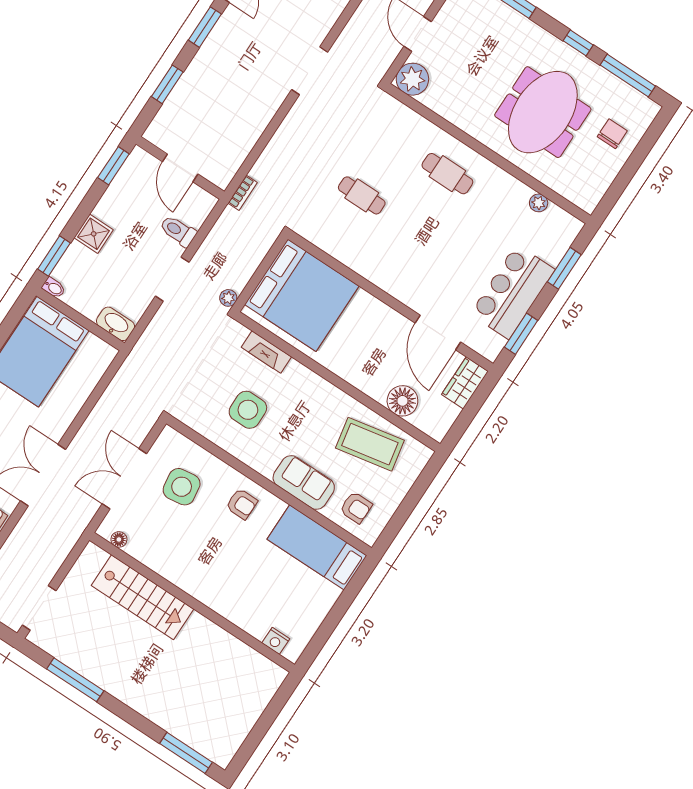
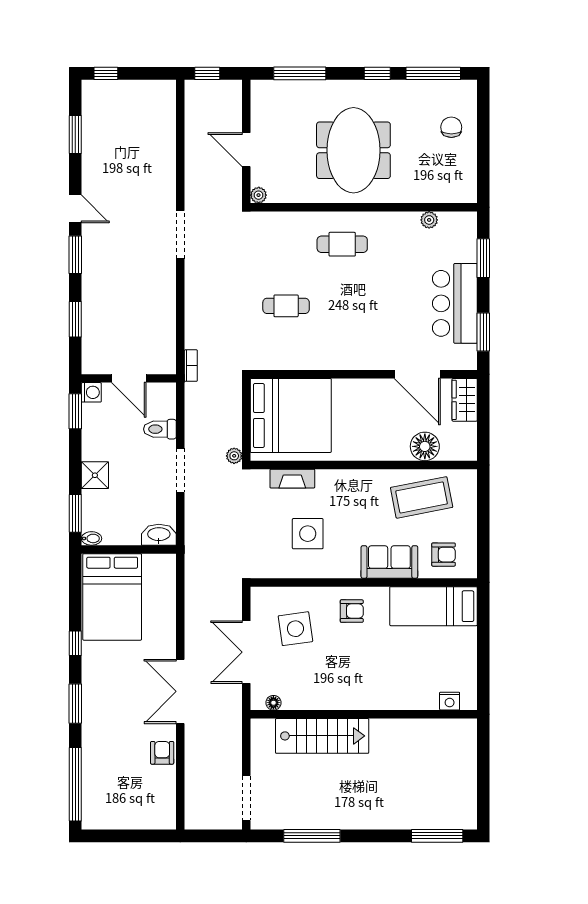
plant: (412, 79) -> (259, 195), width x0.53, depth x0.53
meeting table: (543, 112) -> (353, 150), moved
washing machine: (139, 158) -> (91, 392), added

